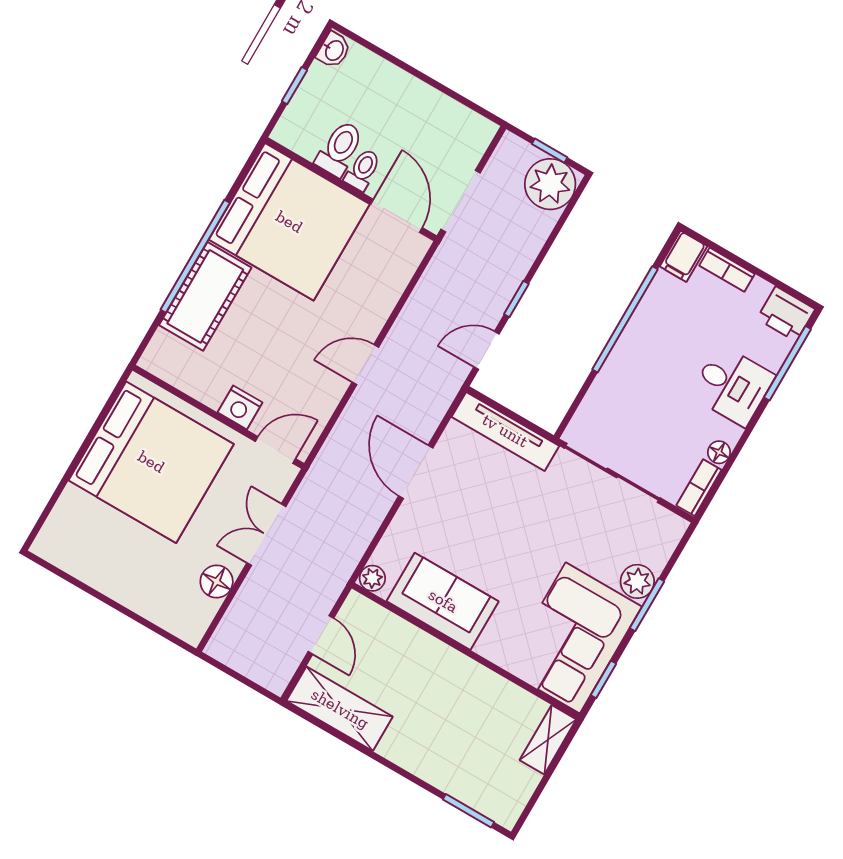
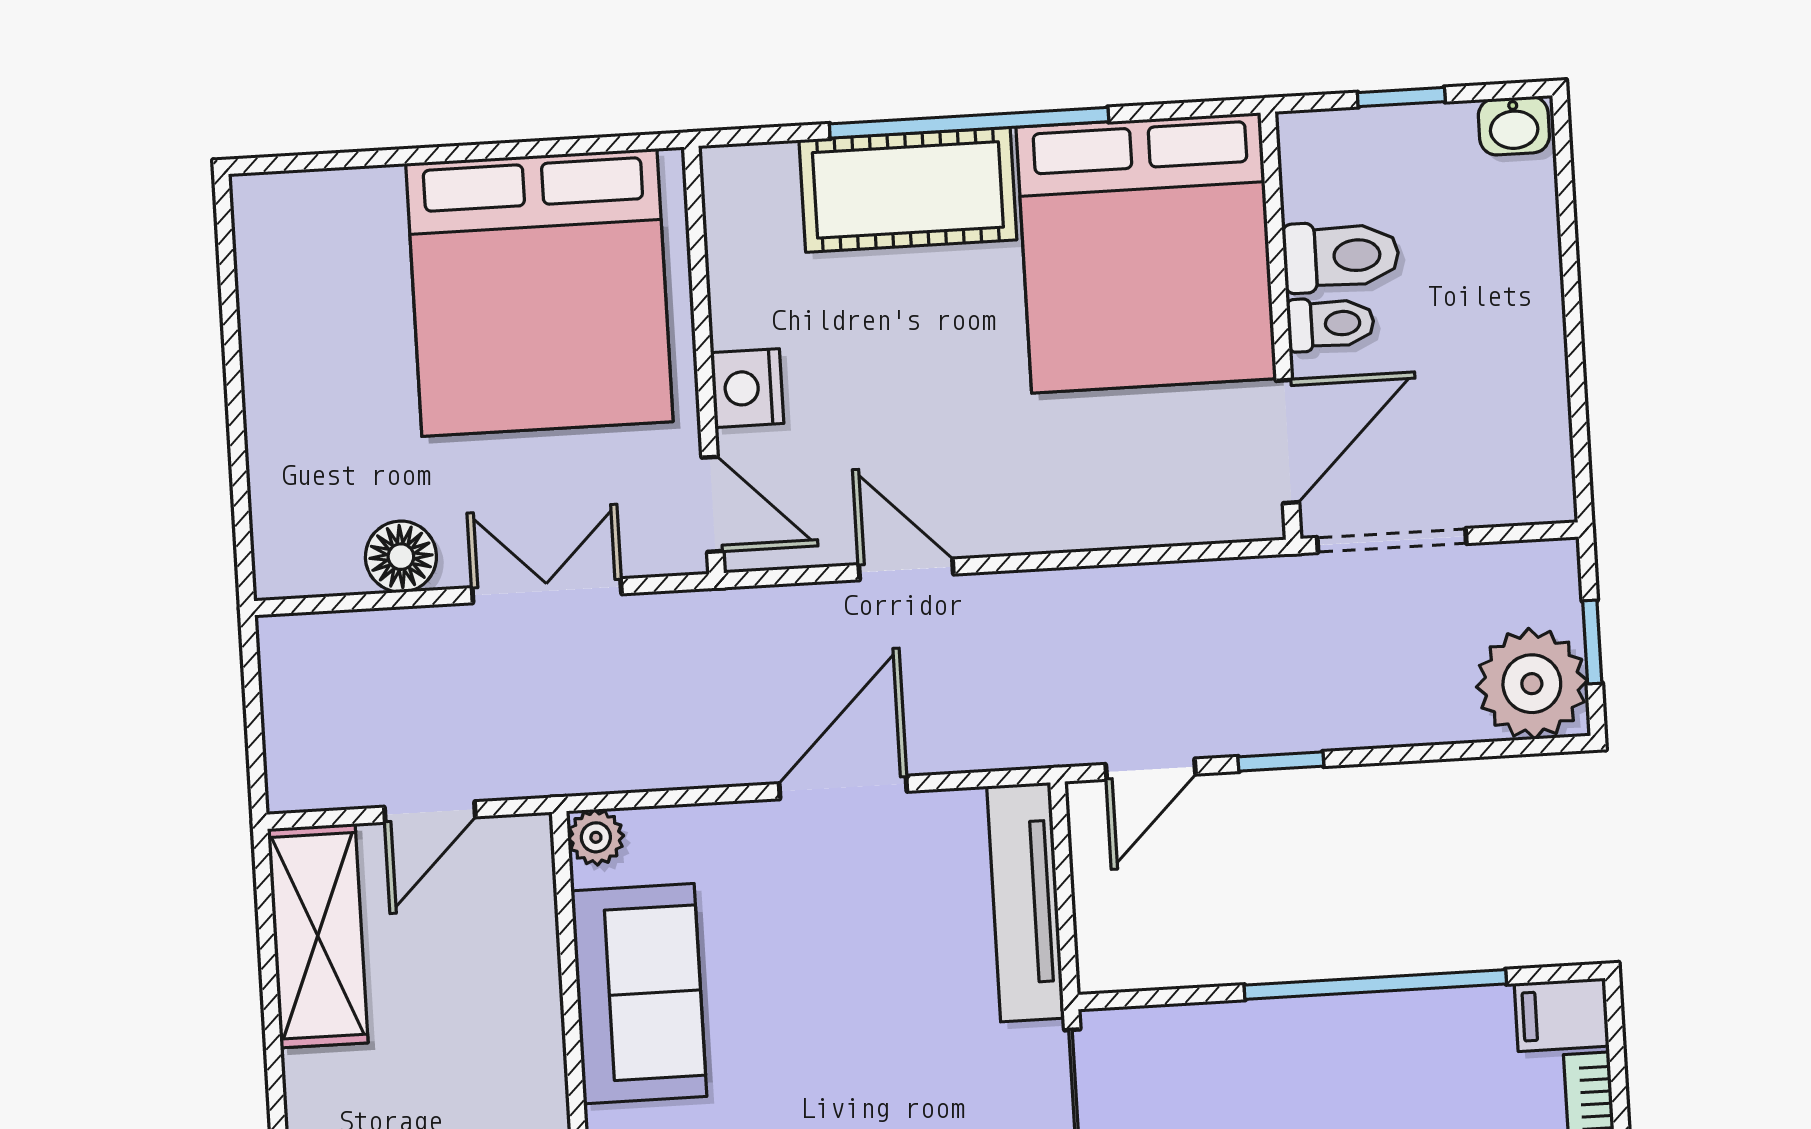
door: (486, 350) -> (1151, 769), swing flipped
door: (365, 365) -> (906, 569), moved

